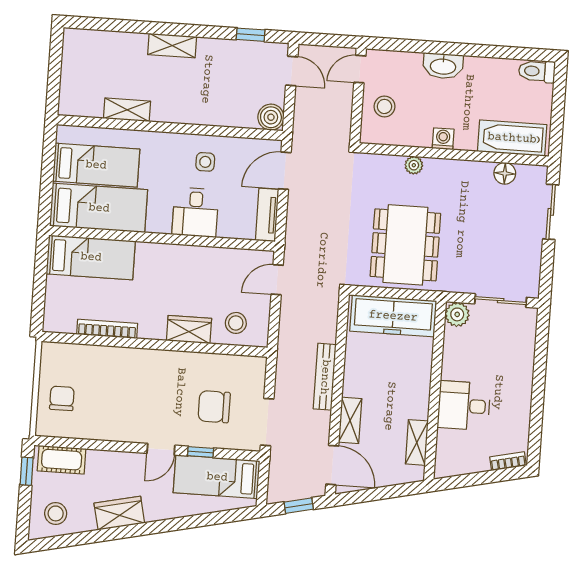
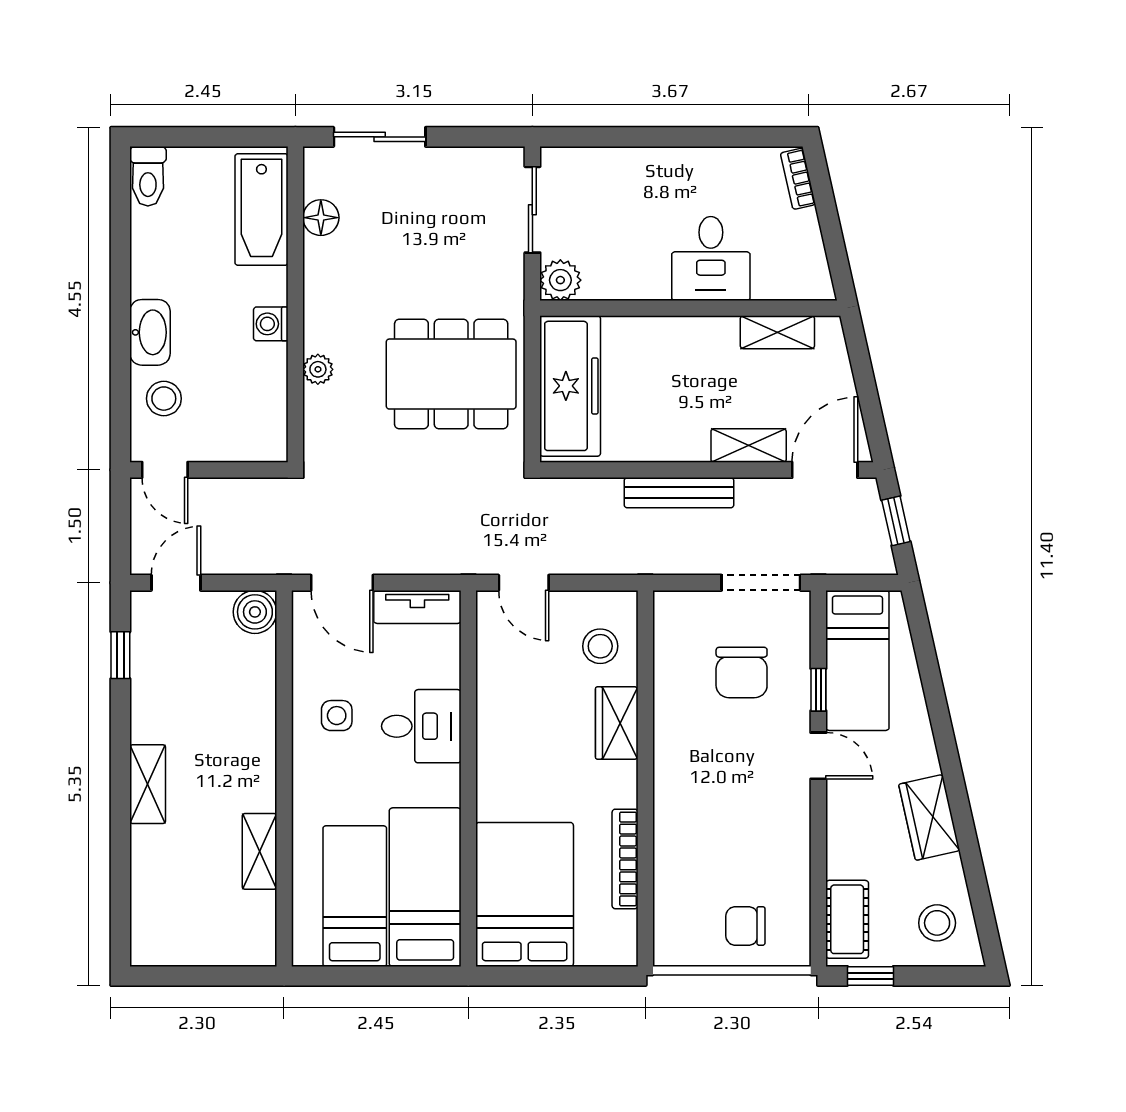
stool: (384, 106) -> (164, 399), moved
bed: (91, 257) -> (525, 894), width x1.50

